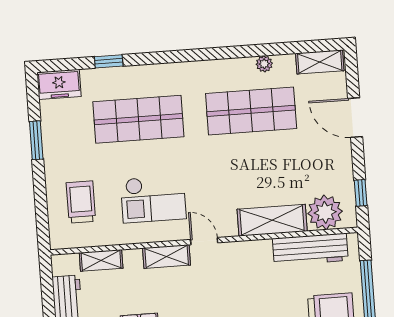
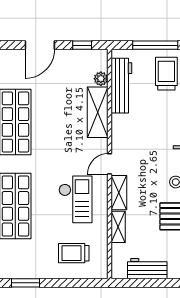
door: (355, 118) -> (40, 45), moved
plant: (325, 212) -> (101, 79), width x0.53, depth x0.53
shelving: (101, 260) -> (118, 227), moved

